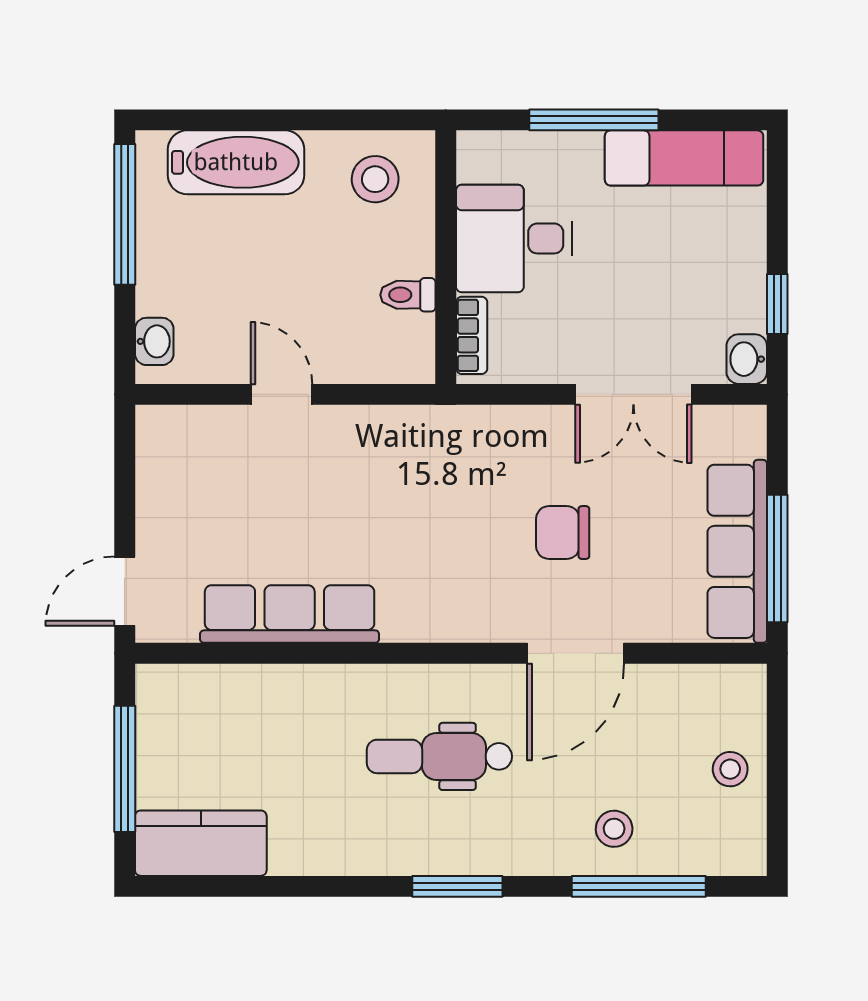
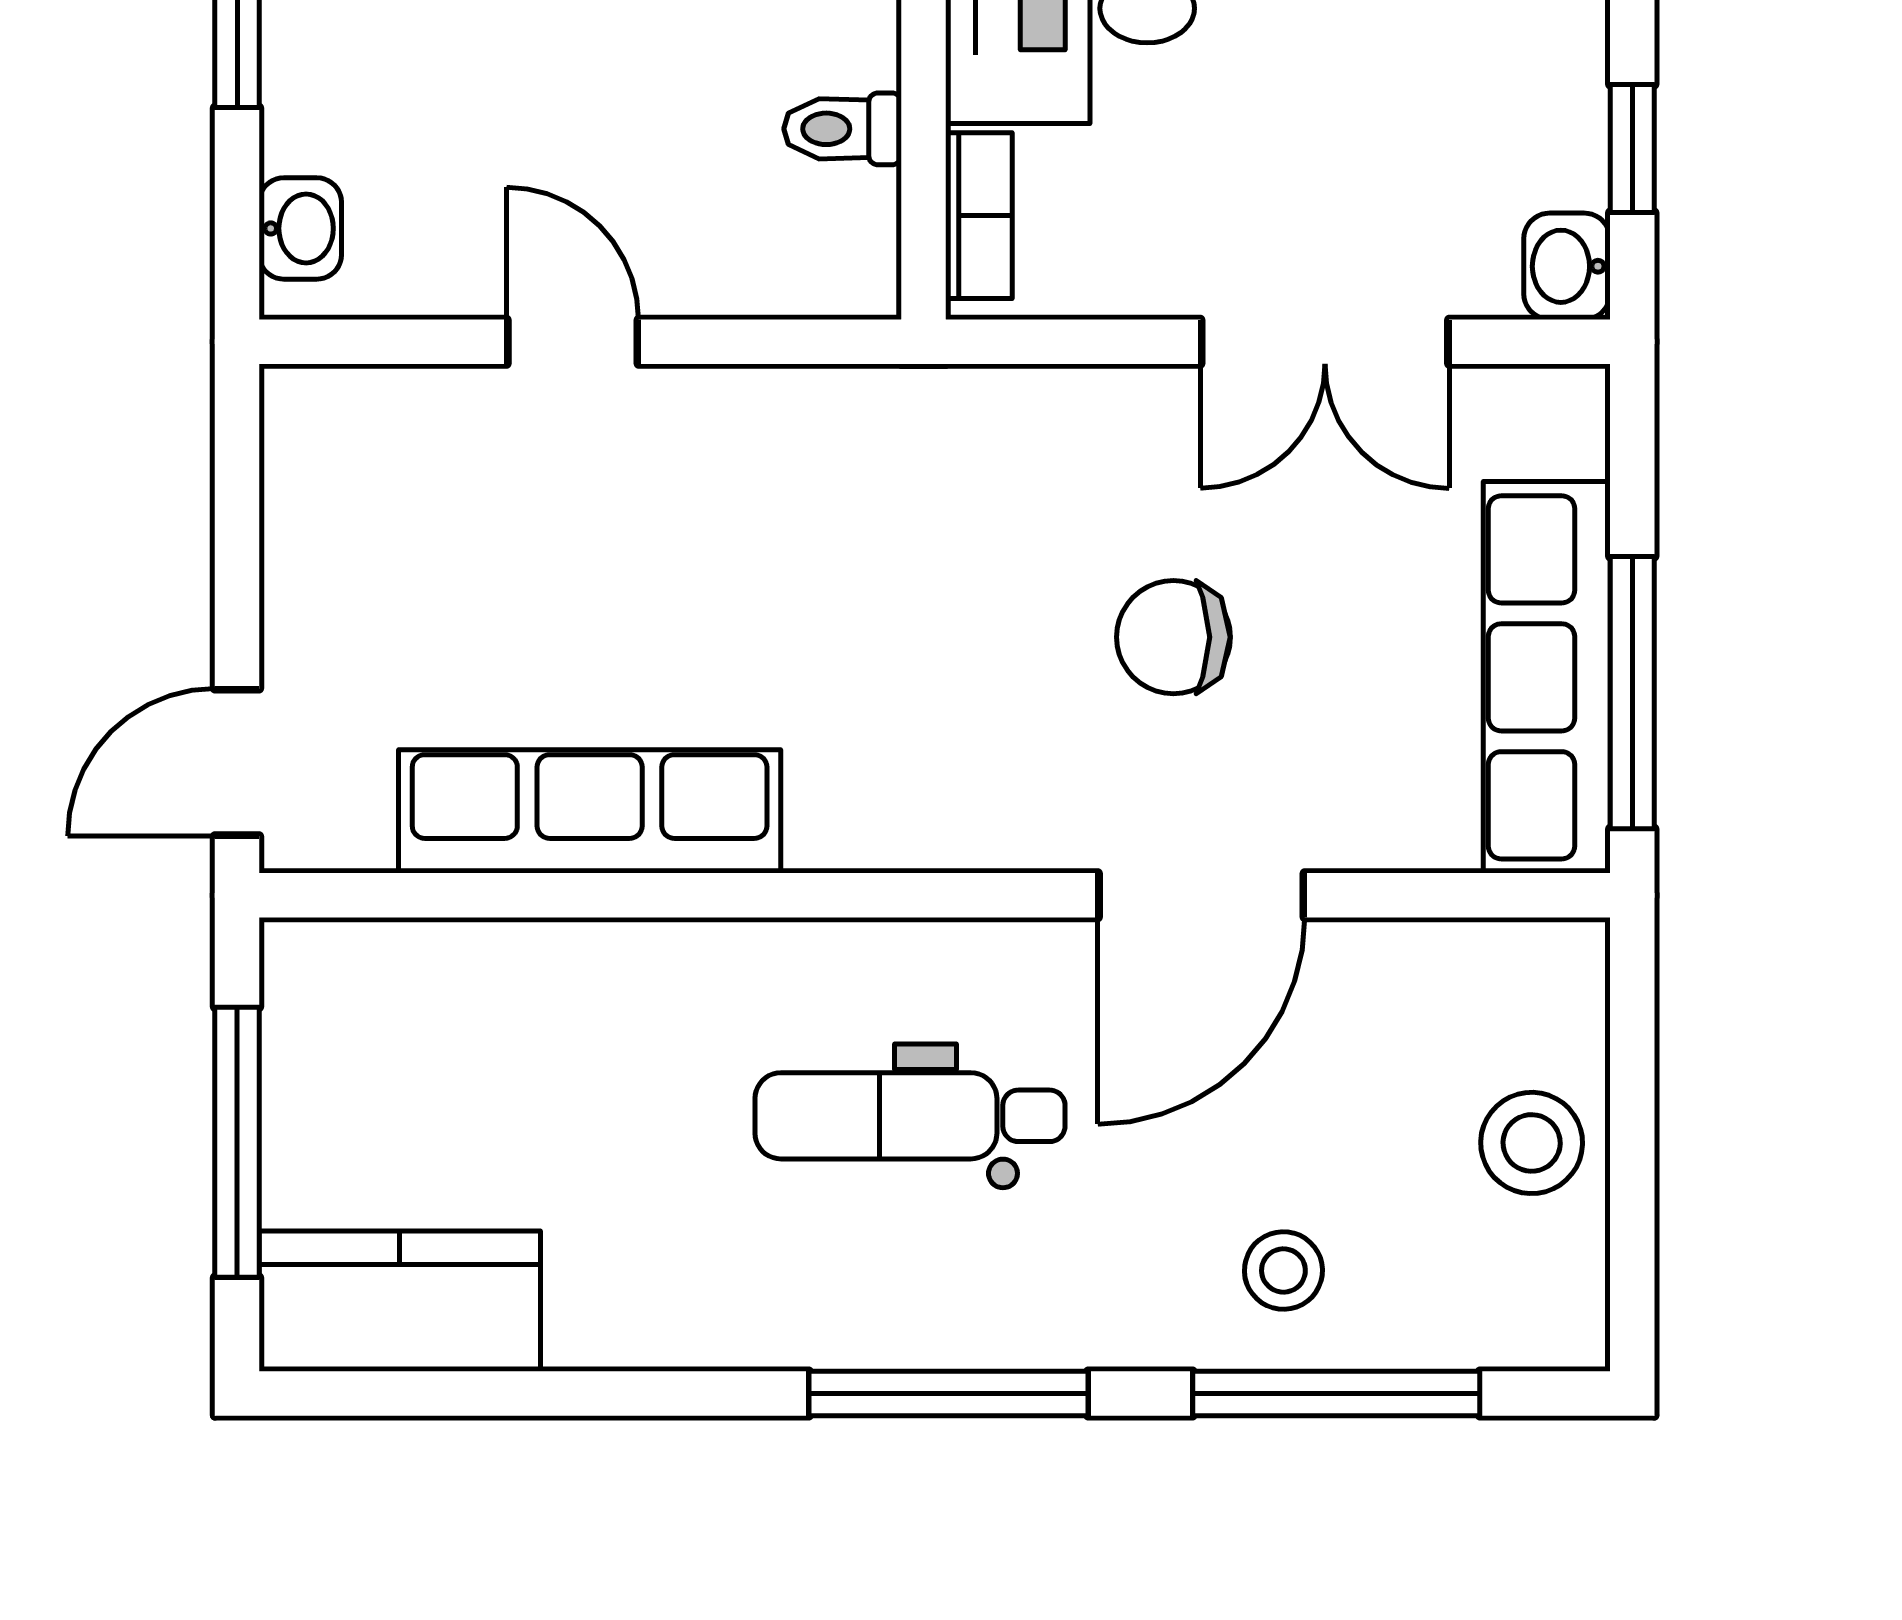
stool: (730, 769) -> (1532, 1143), width x1.37, depth x1.37
window: (457, 886) -> (948, 1394), width x1.44

